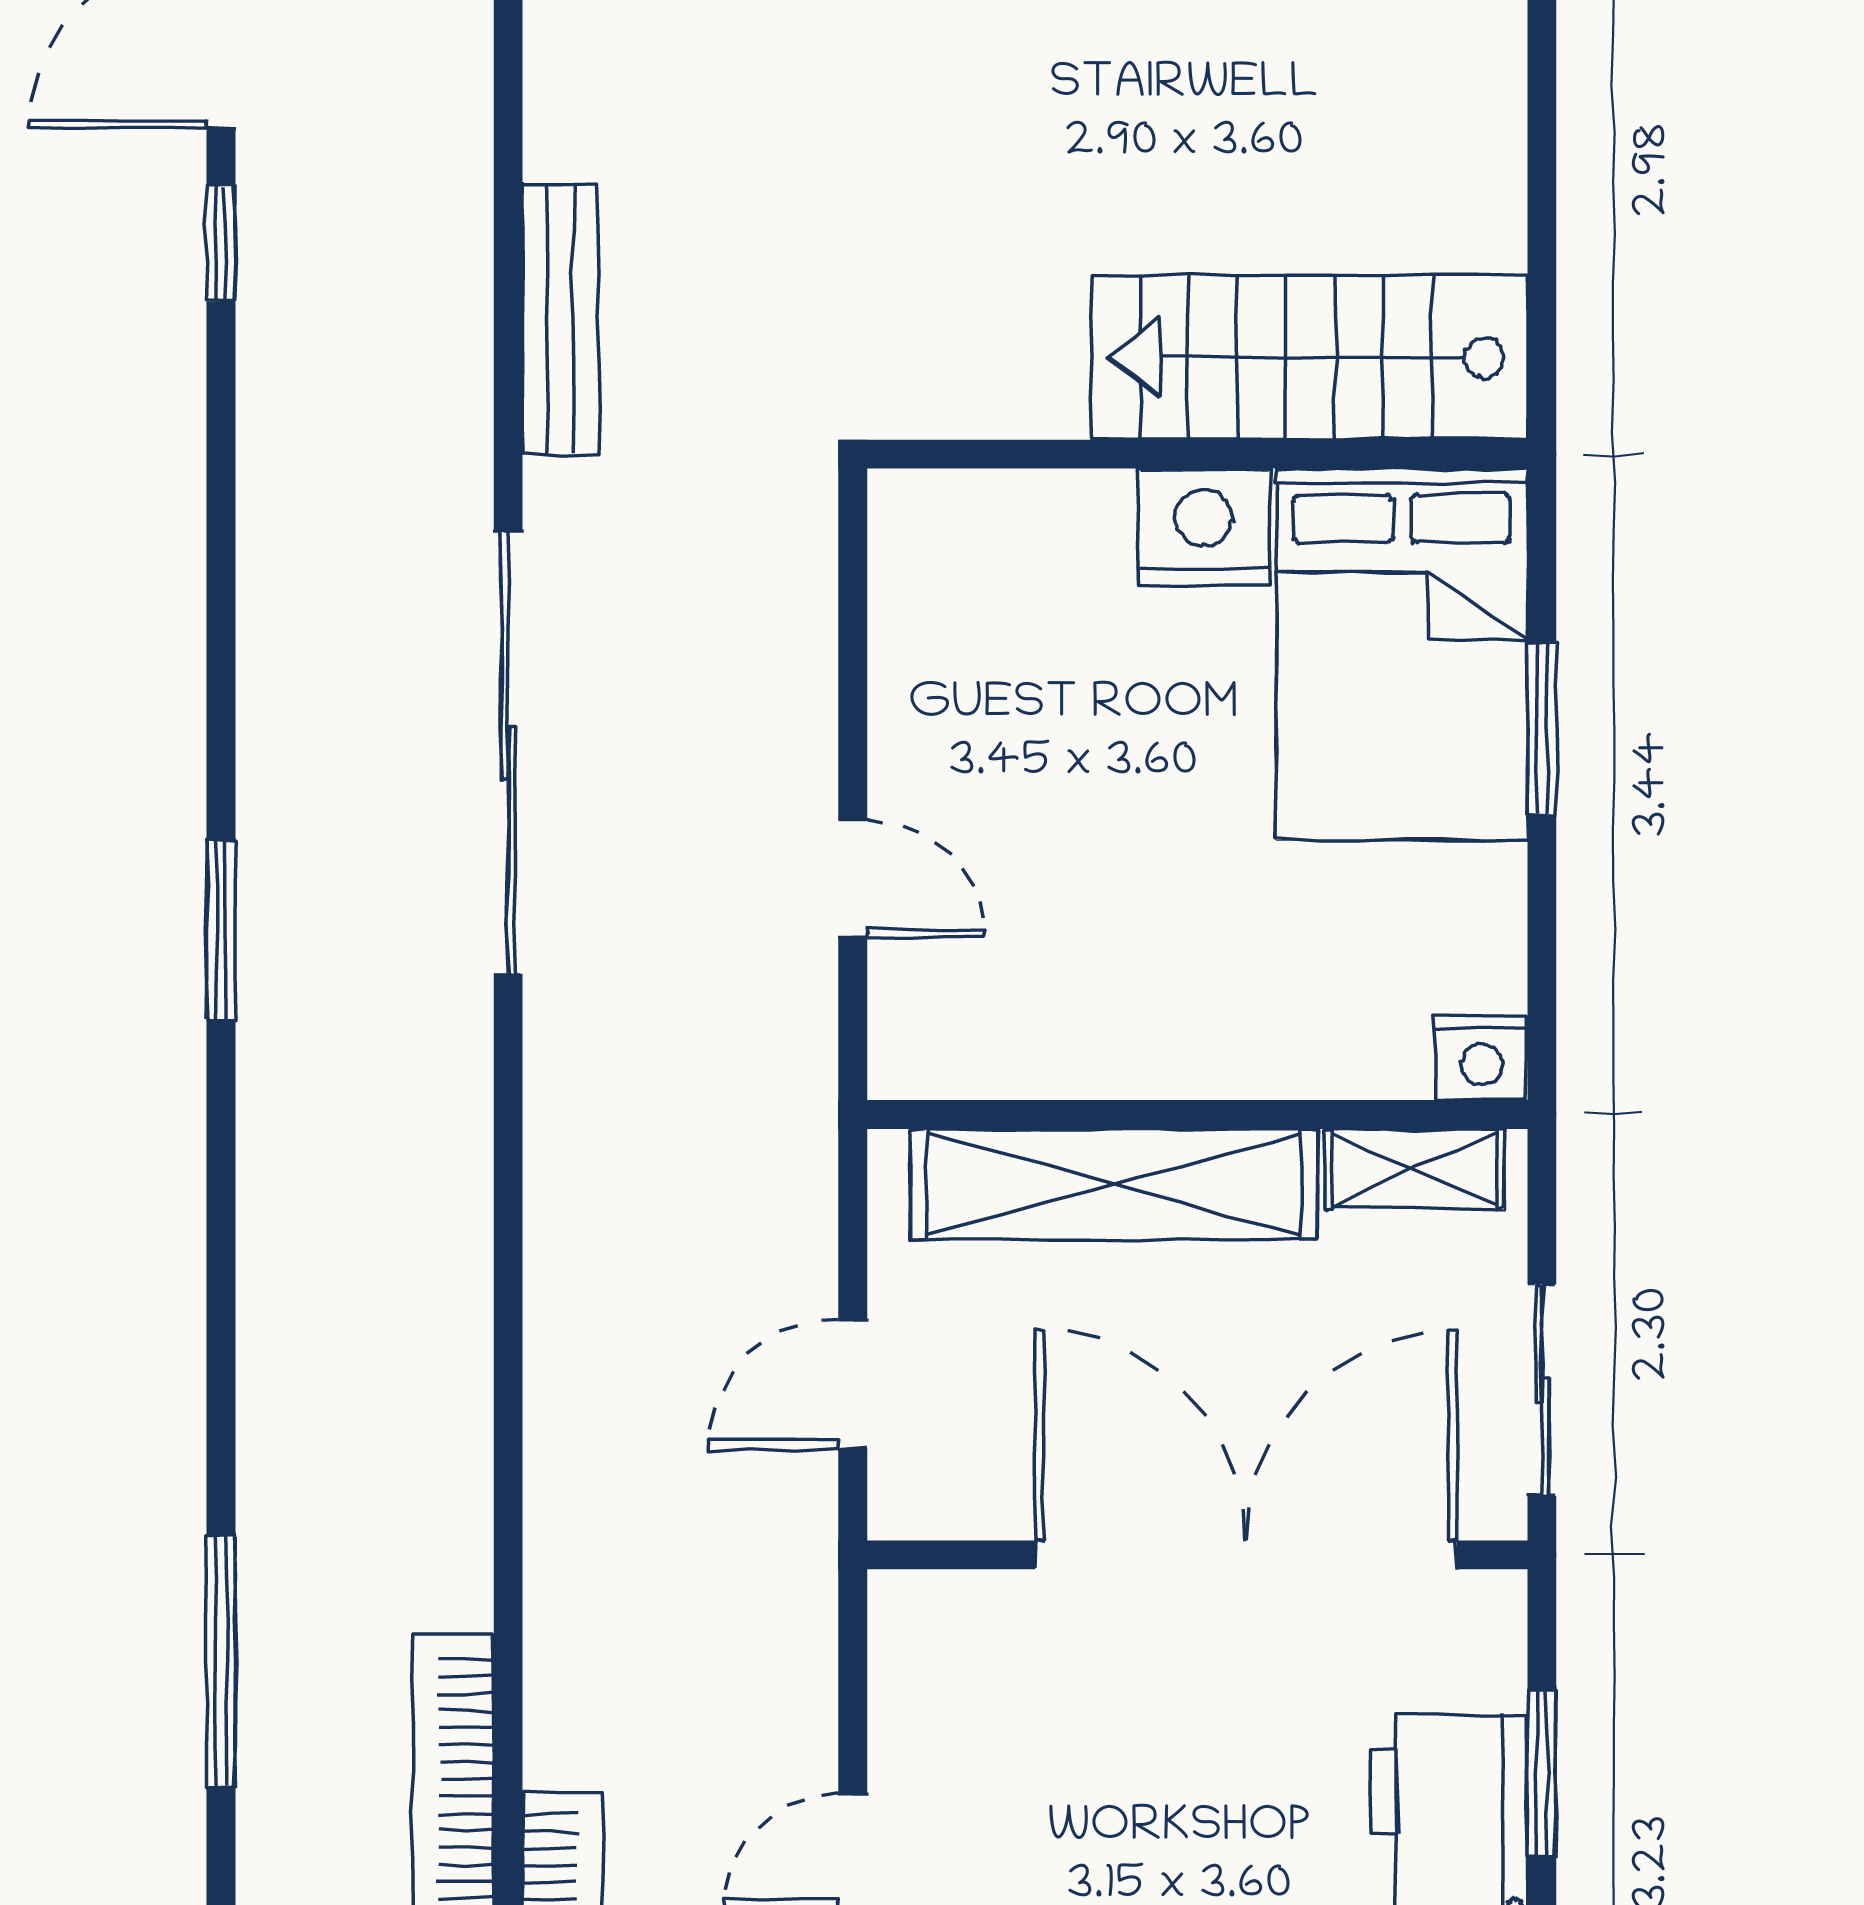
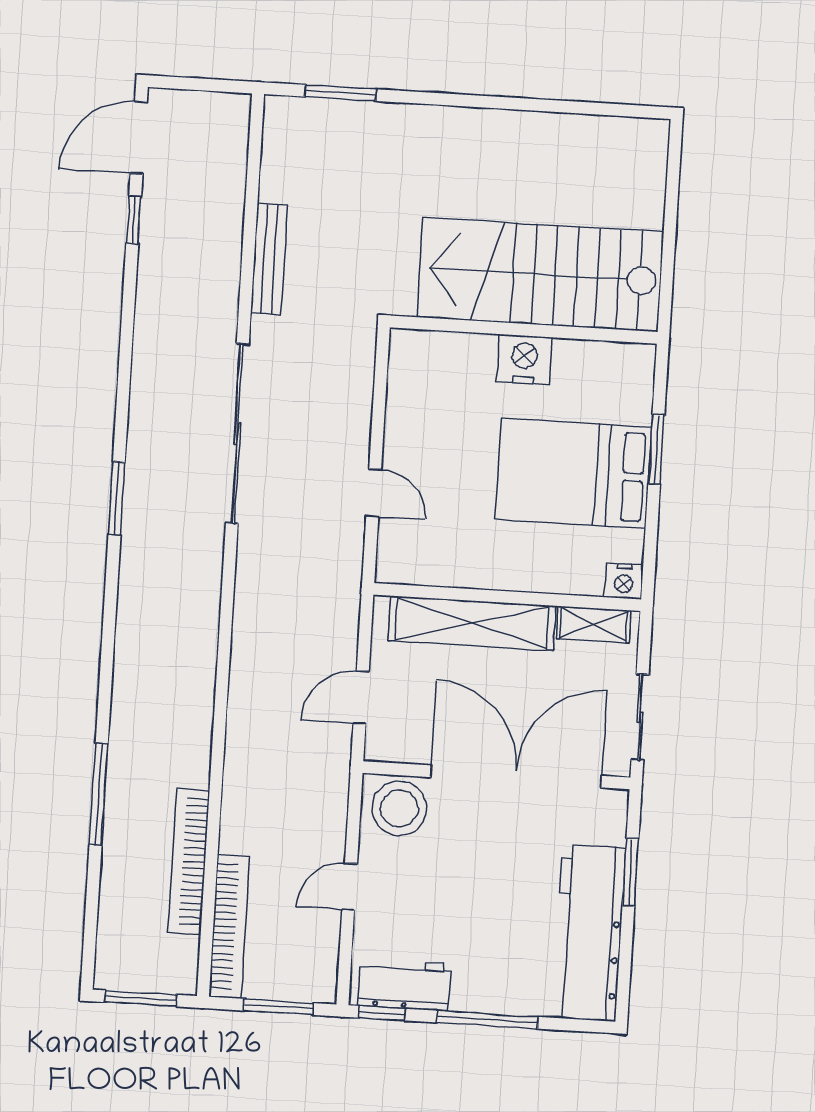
stairs: (1309, 357) -> (540, 275), width x1.36, depth x1.51
bed: (1402, 654) -> (574, 473), moved, turned 90
stool: (963, 1651) -> (399, 808), added

